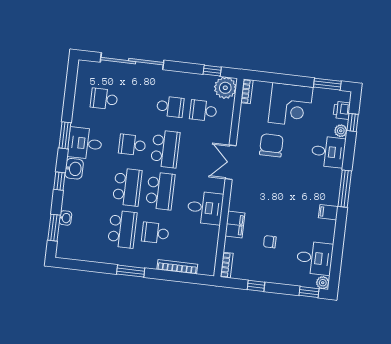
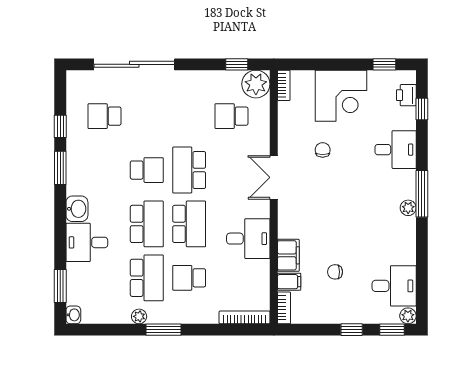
window: (327, 84) -> (384, 64), width x0.67
school desk: (170, 107) -> (189, 116), removed
plant: (341, 131) -> (408, 208), moved
desk: (85, 143) -> (87, 242), moved
school desk: (132, 145) -> (147, 170), turned 180
chair: (271, 145) -> (323, 150), width x0.54, depth x0.54
school desk: (165, 149) -> (189, 170), turned 180
window: (59, 181) -> (60, 126), moved
filing cabinet: (328, 212) -> (289, 282), moved, turned 180
washbasin: (65, 218) -> (73, 315), moved
plant: (113, 259) -> (139, 316), added
bookcase: (177, 267) -> (245, 317), moved
window: (256, 286) -> (352, 330), moved

